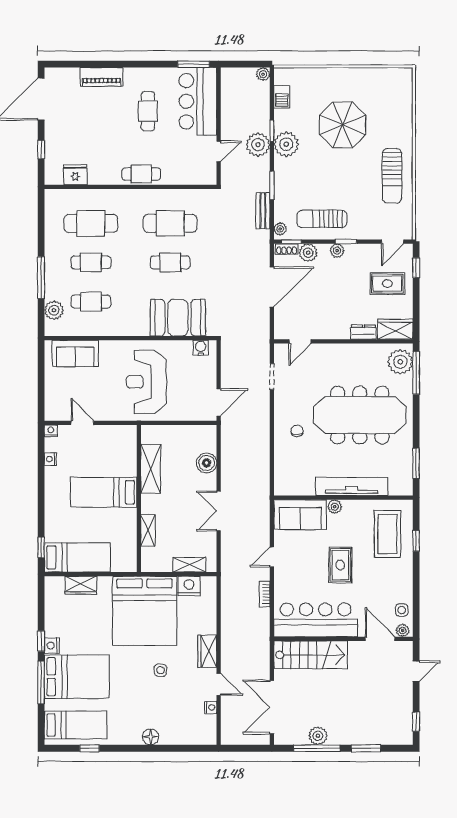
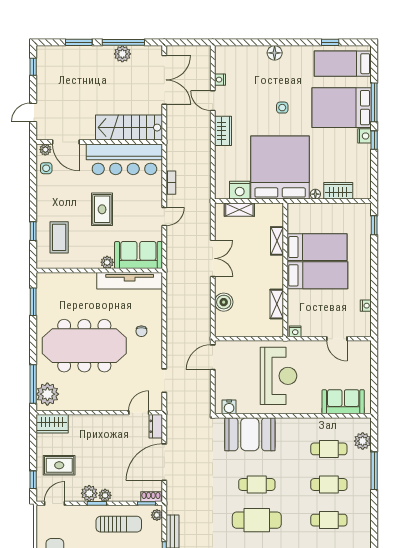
cafe table: (91, 223) -> (329, 520), width x0.73, depth x0.74
plant: (308, 253) -> (89, 493), moved
dresser: (363, 332) -> (156, 426), moved, turned 90
nightstand: (51, 431) -> (295, 331), moved
shelving: (151, 469) -> (277, 304), width x0.67, depth x0.75
tv unit: (352, 486) -> (130, 281), moved
coffee table: (387, 534) -> (59, 237), width x0.73, depth x0.76
bed: (77, 557) -> (317, 247), moved, turned 180
floor lamp: (106, 582) -> (315, 194), added
side table: (160, 670) -> (282, 108), moved

